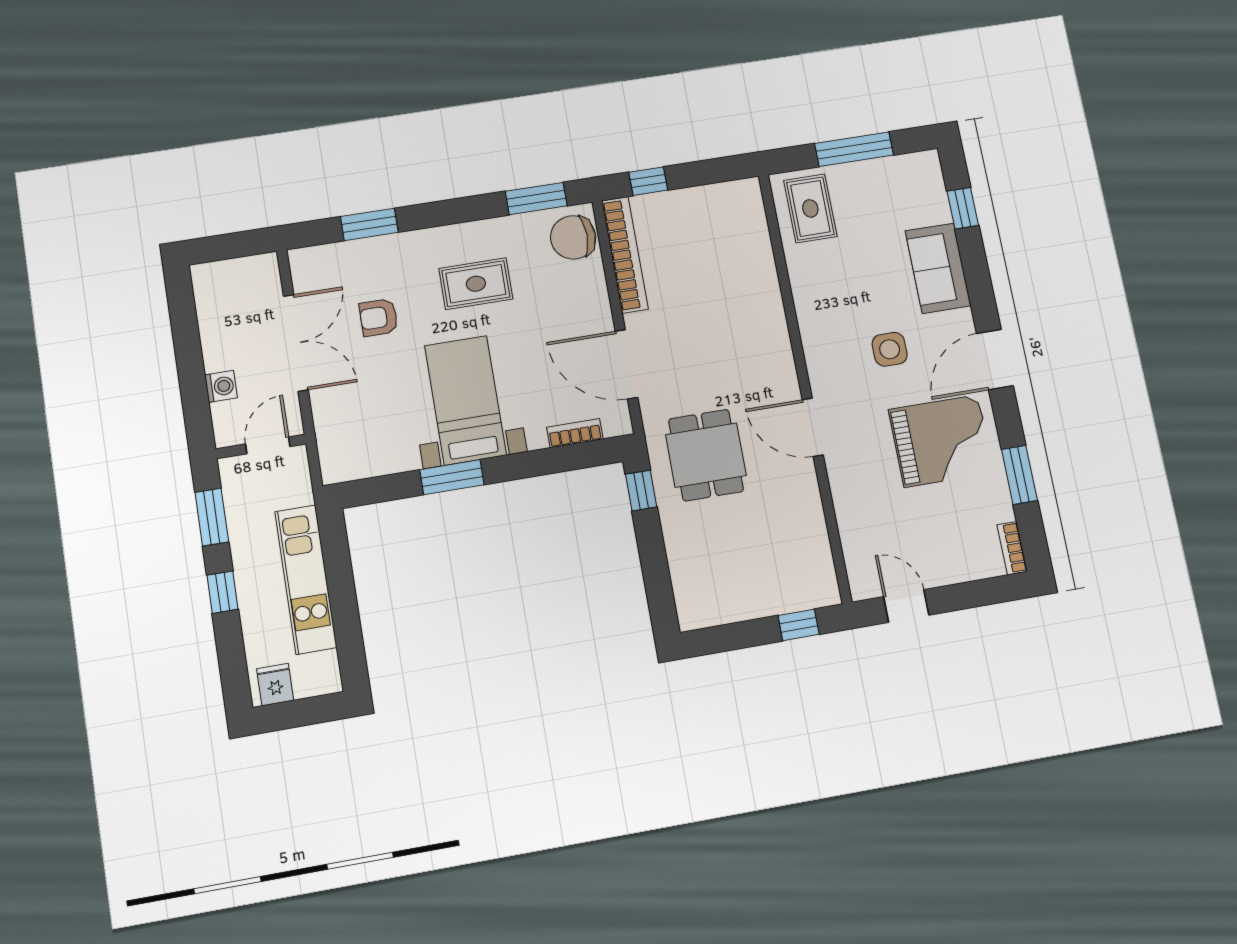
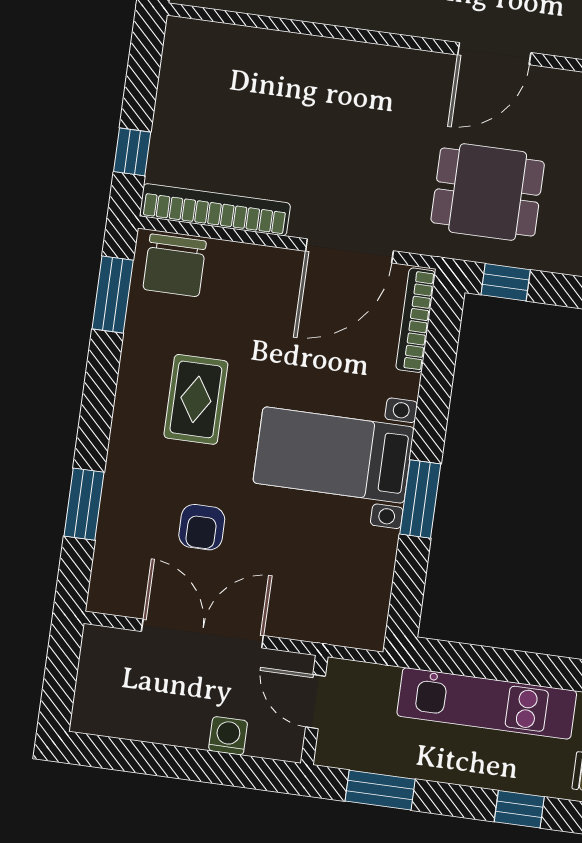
bookcase: (575, 433) -> (416, 320), width x1.56
window: (222, 592) -> (519, 809), moved

